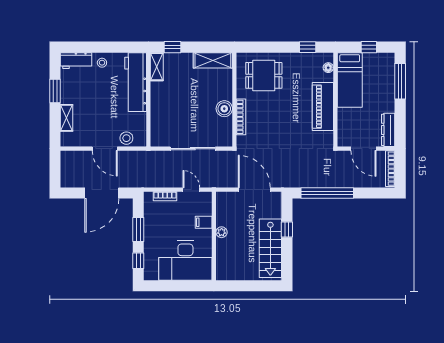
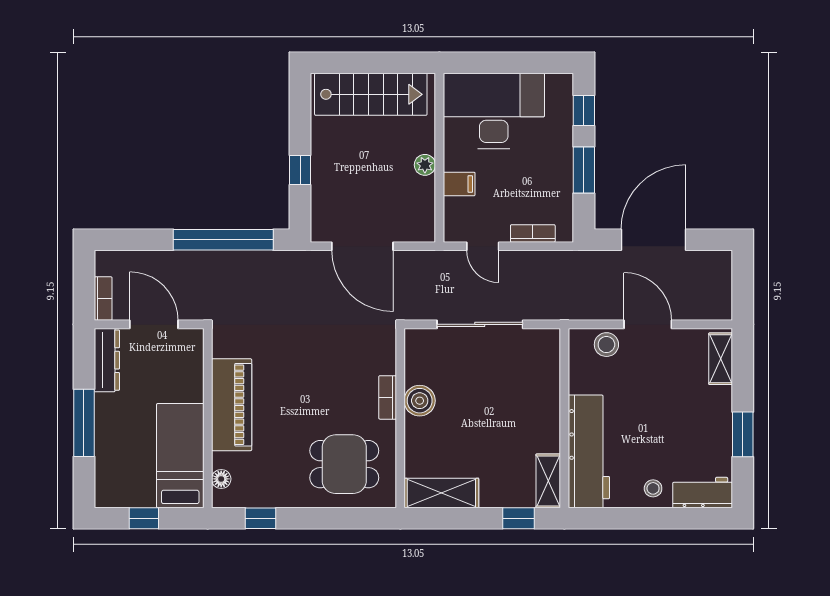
window: (400, 81) -> (84, 423), moved
bookcase: (241, 117) -> (388, 397), width x0.64
shelving: (67, 118) -> (721, 359), moved
bookcase: (390, 169) -> (103, 299), width x0.64
stairs: (270, 248) -> (371, 94), moved, turned 90

